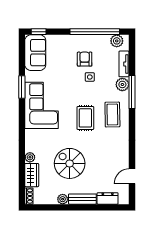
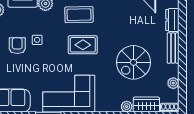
armchair: (85, 59) -> (17, 46), turned 90
plant: (63, 199) -> (173, 83), moved

